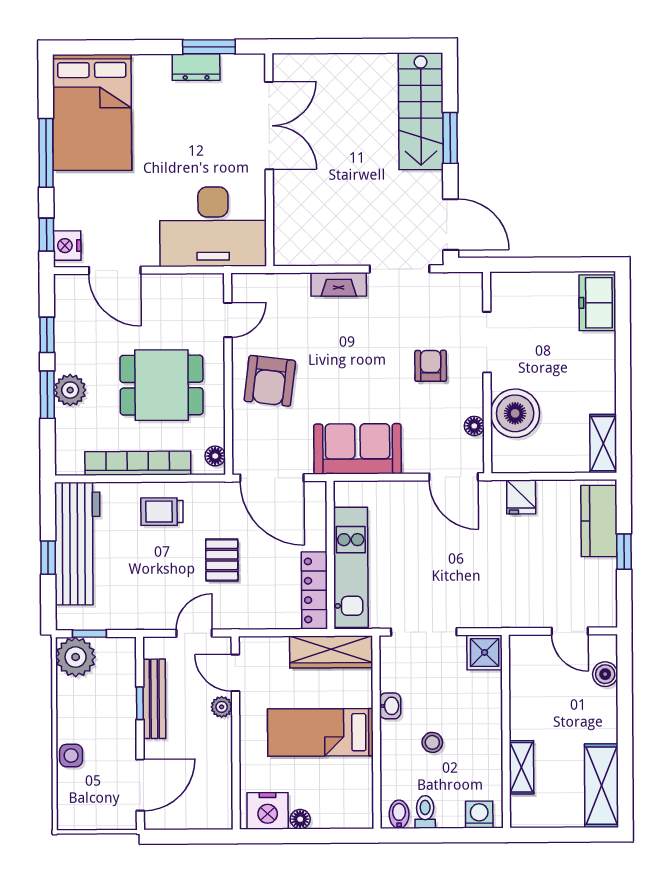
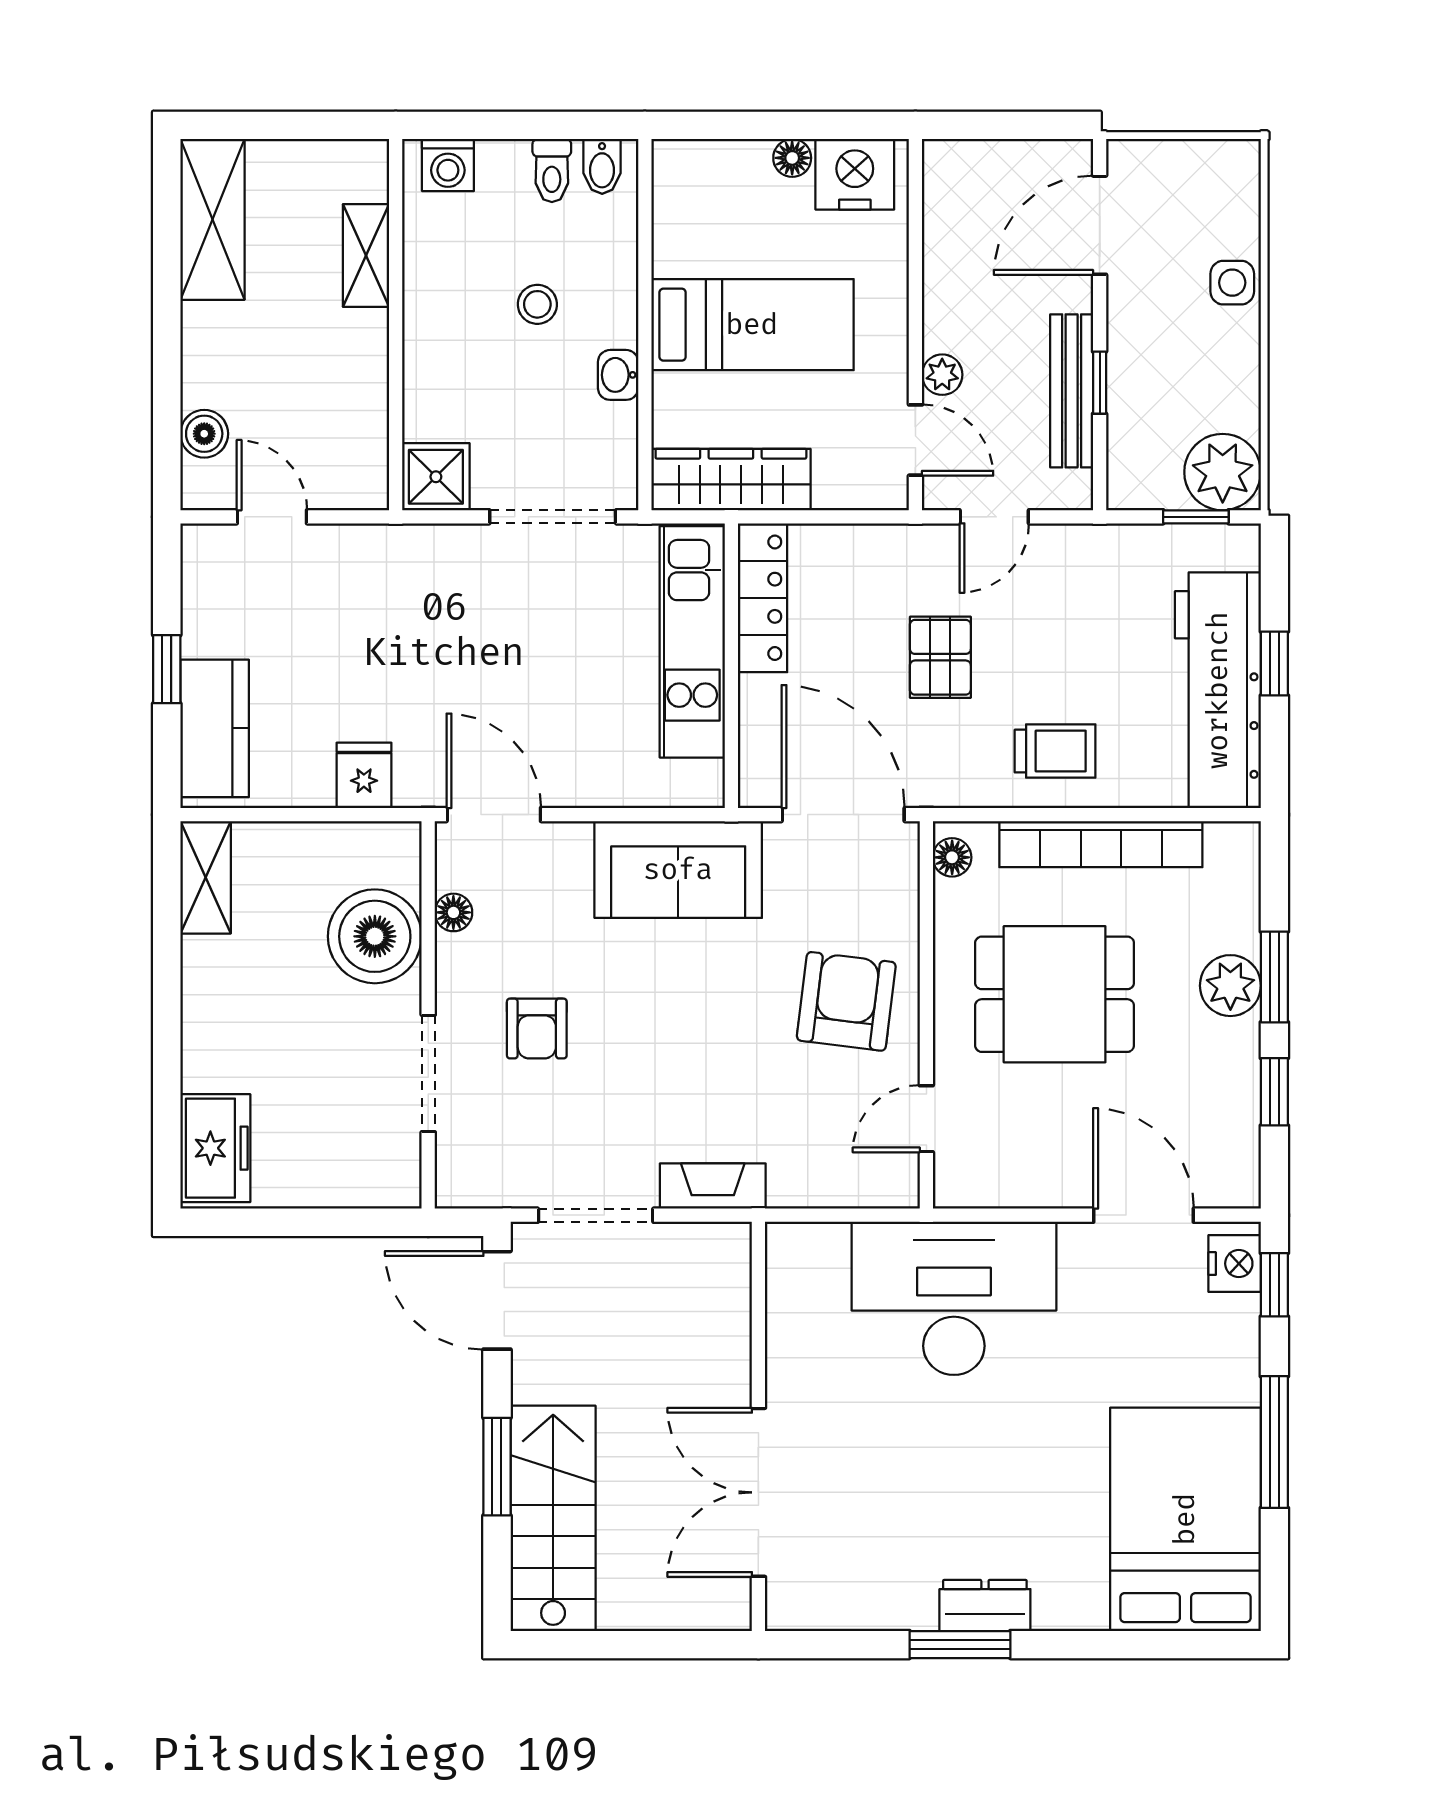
double door: (269, 126) -> (758, 1492), moved
wall: (269, 160) -> (758, 1426), moved

